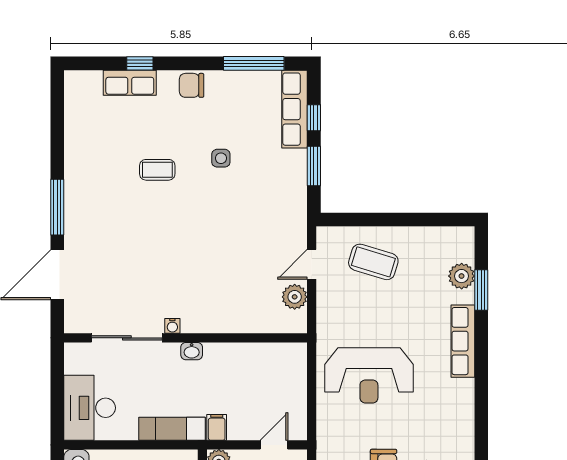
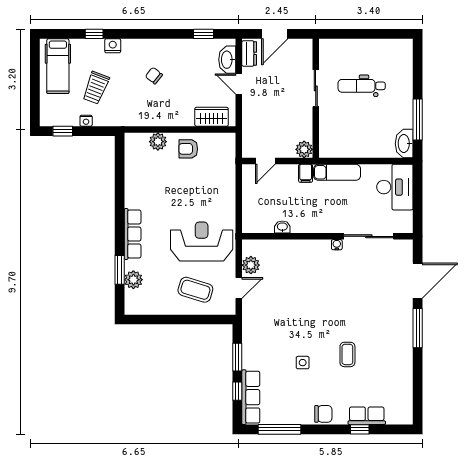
coffee table: (157, 170) -> (347, 354), turned 90
washbasin: (192, 351) -> (282, 227), moved
reception desk: (369, 375) -> (202, 242), moved

